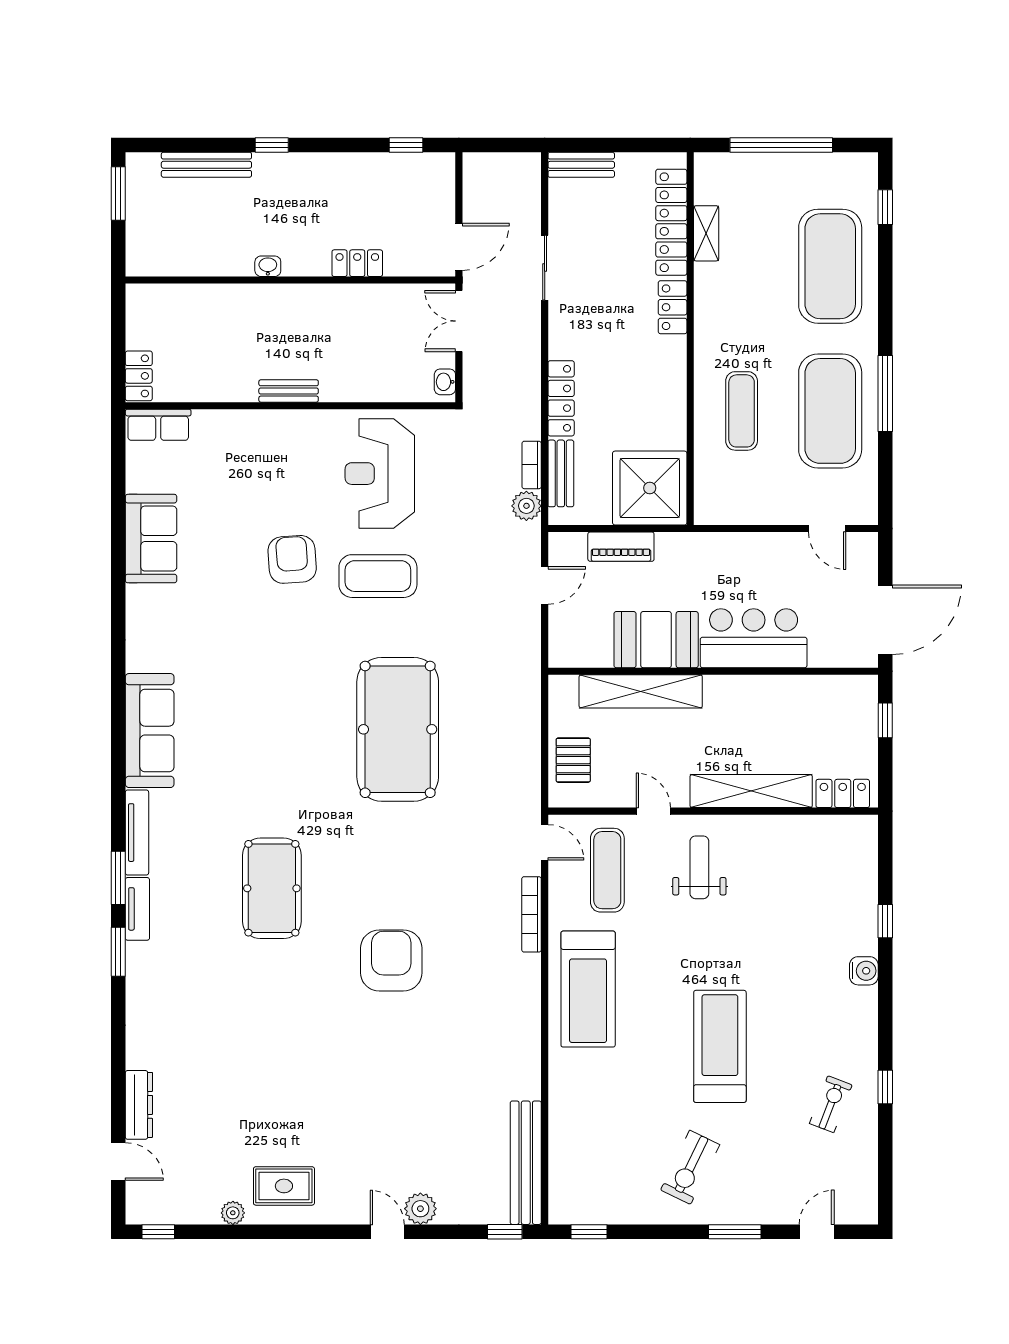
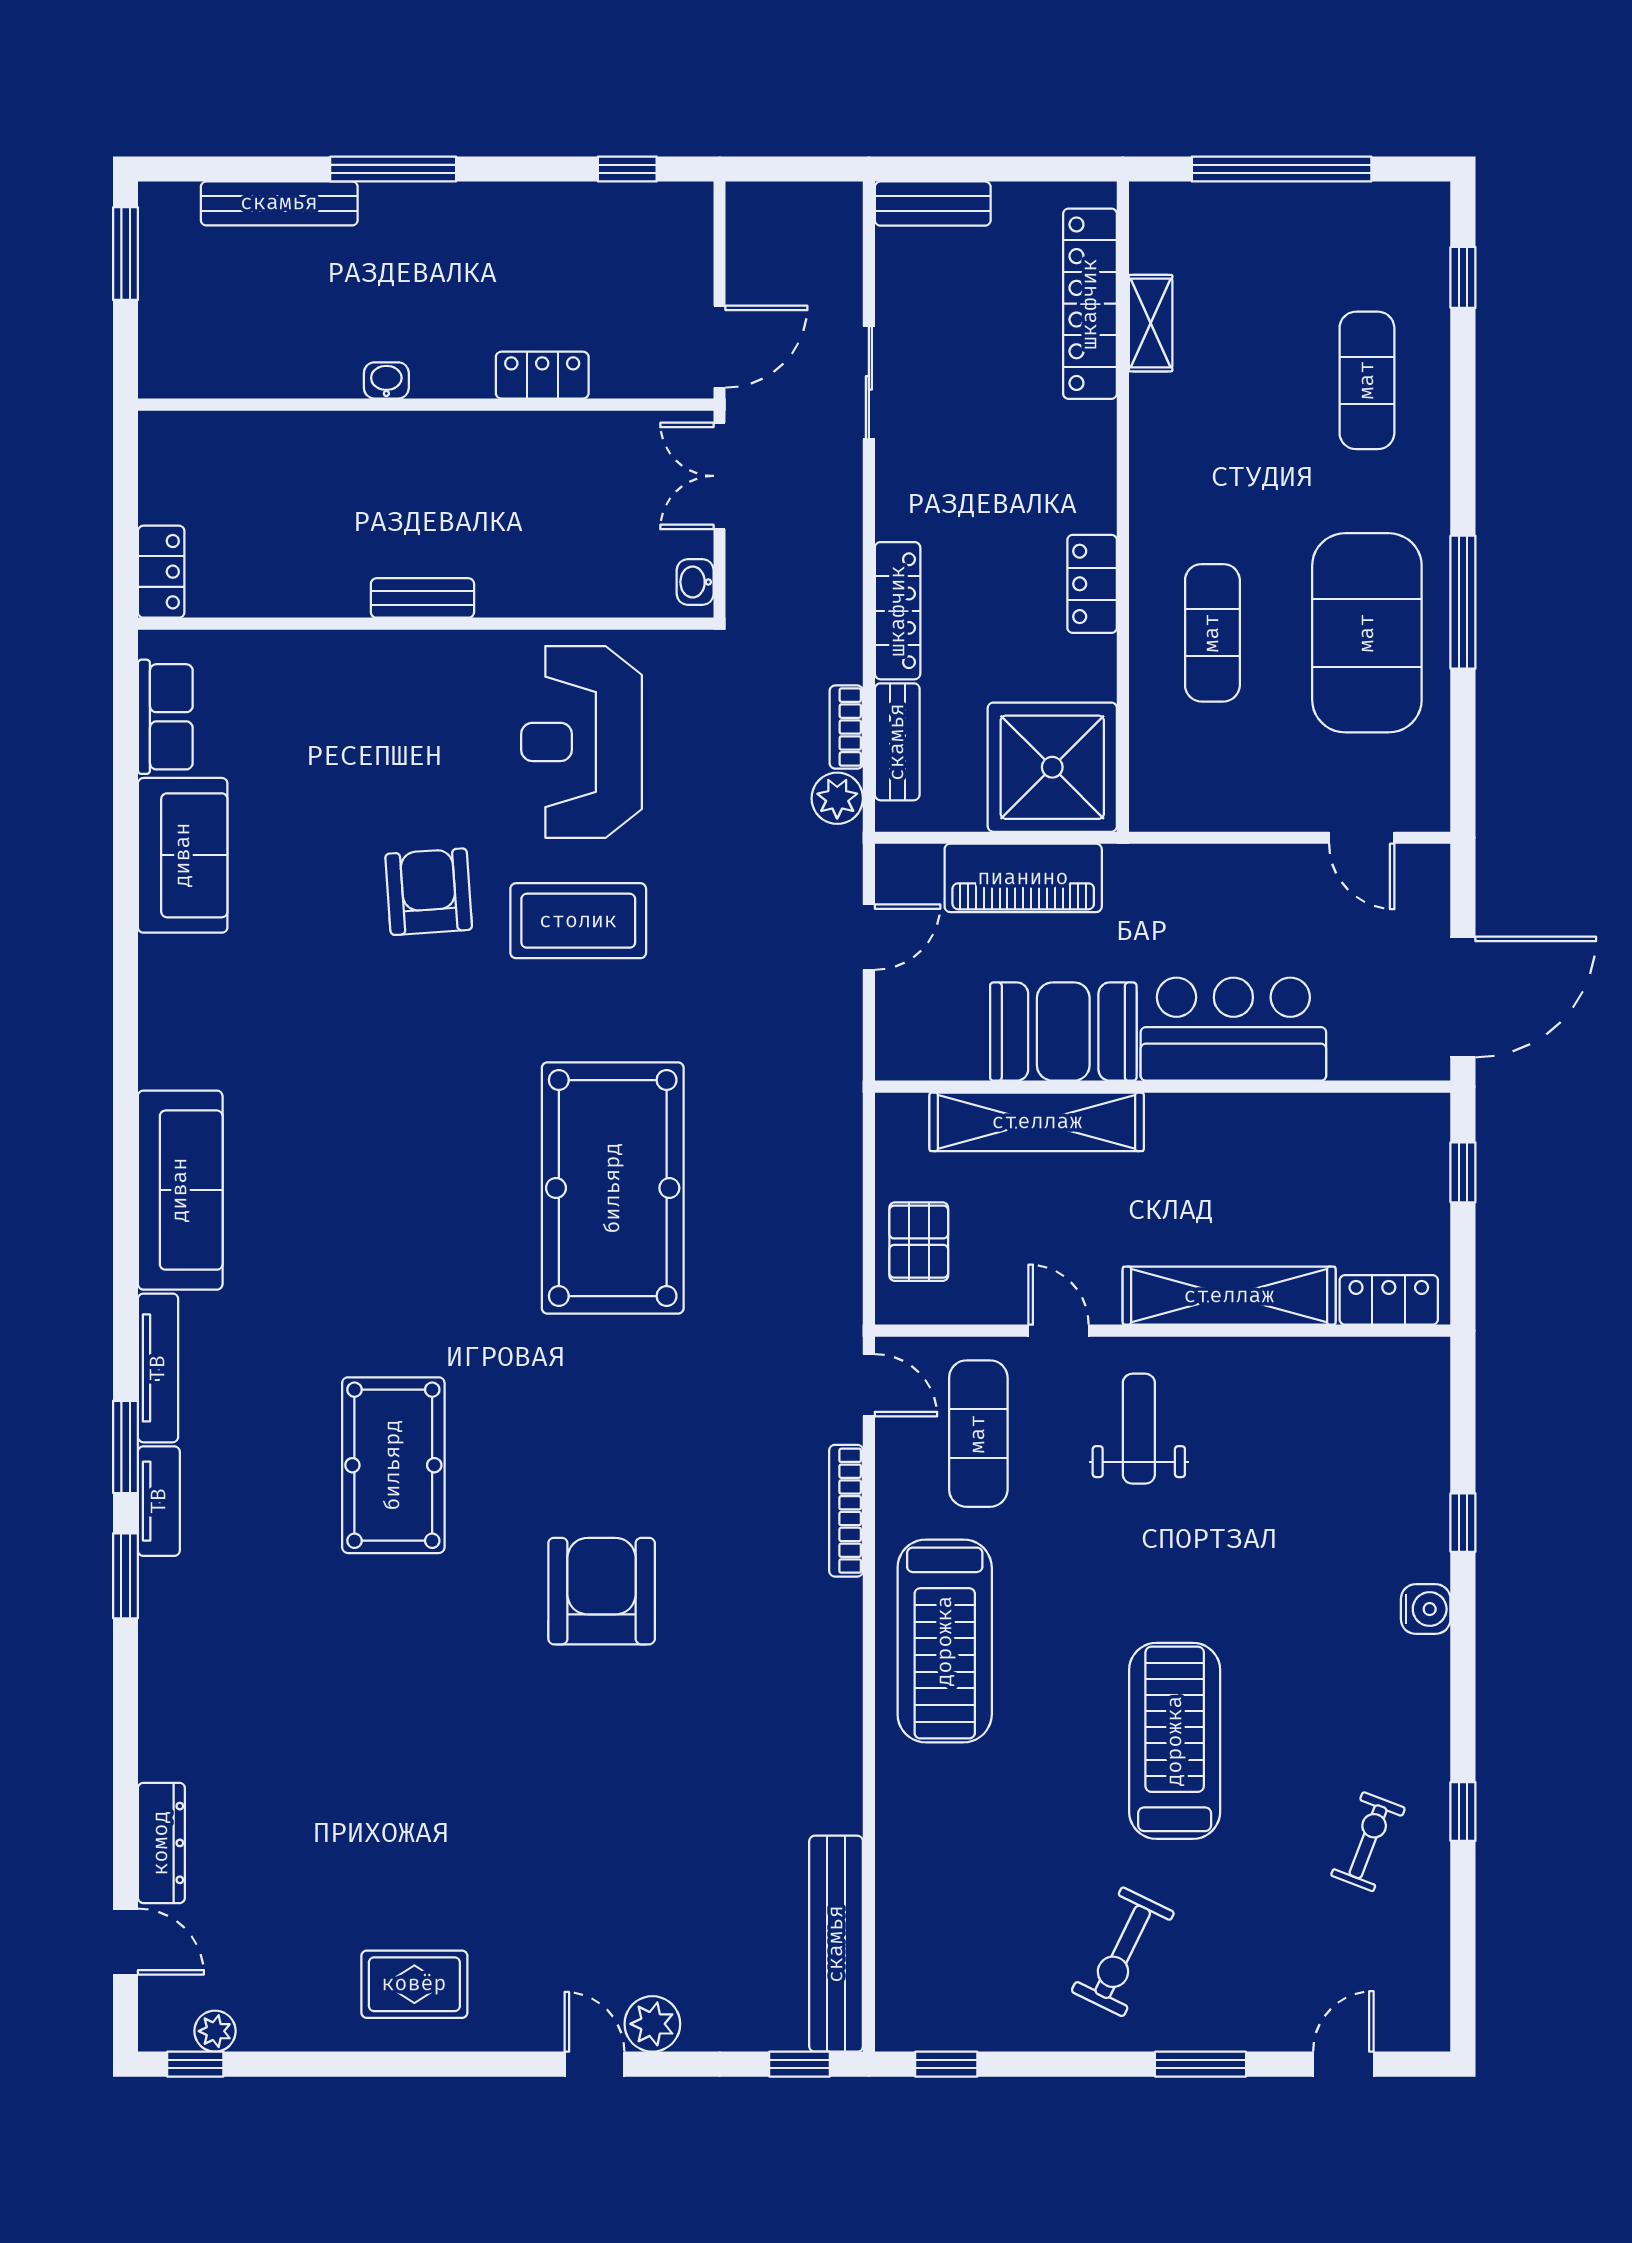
window: (272, 145) -> (393, 169), width x2.17
exercise mat: (830, 266) -> (1367, 380), width x0.50, depth x0.69
locker: (673, 307) -> (1092, 584), moved
row of seats: (158, 425) -> (165, 717), moved, turned -90
piano: (621, 547) -> (1023, 878), width x1.37, depth x1.33
plant: (233, 1213) -> (215, 2031), moved

